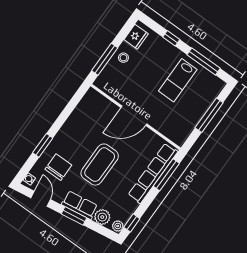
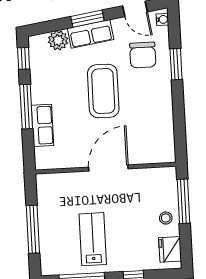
row of seats: (153, 173) -> (43, 125), width x0.50
window: (166, 175) -> (26, 107), moved
plant: (118, 226) -> (35, 44), removed

